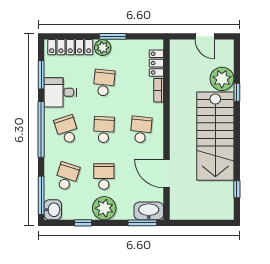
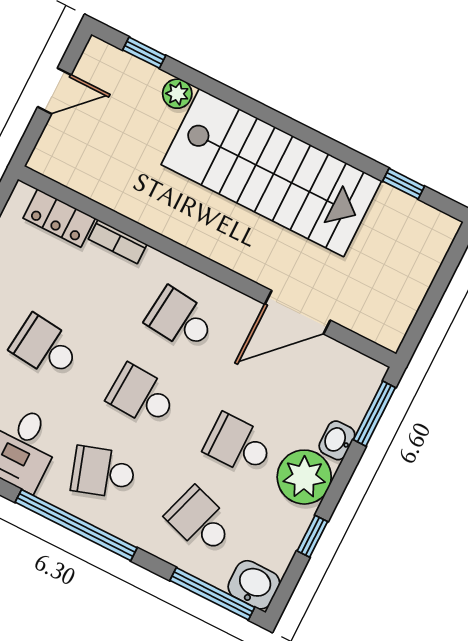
plant: (222, 79) -> (177, 94), width x0.53, depth x0.53
window: (237, 92) -> (144, 53), moved
washbasin: (149, 211) -> (337, 440), moved, width x0.52, depth x0.69

